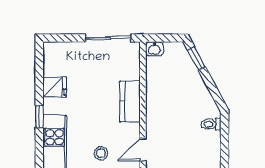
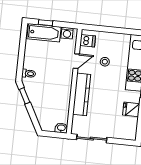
window: (196, 59) -> (25, 96), moved
kitchen counter: (130, 102) -> (82, 94), width x1.50

